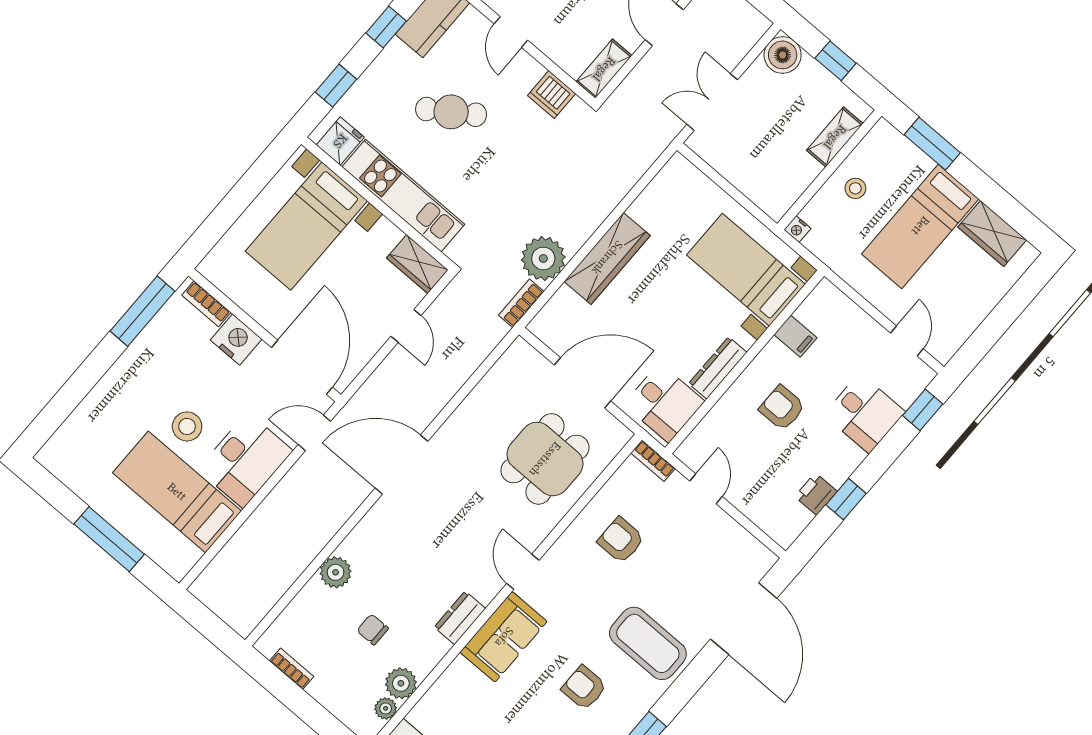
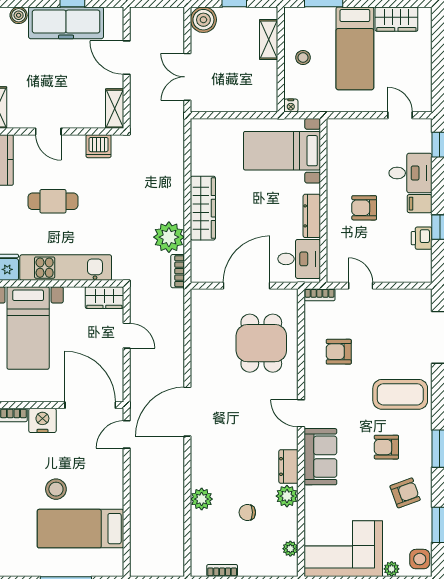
cafe table: (451, 112) -> (53, 201), turned 34
filing cabinet: (795, 336) -> (420, 204), moved, turned 180
desk: (245, 460) -> (102, 480), removed
plant: (401, 683) -> (287, 496), moved

